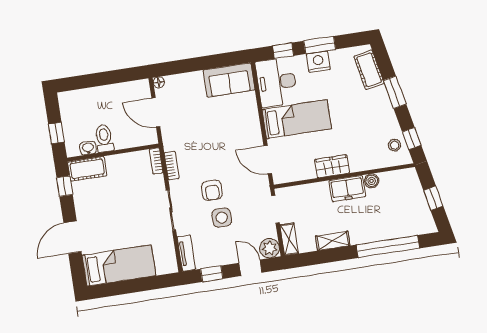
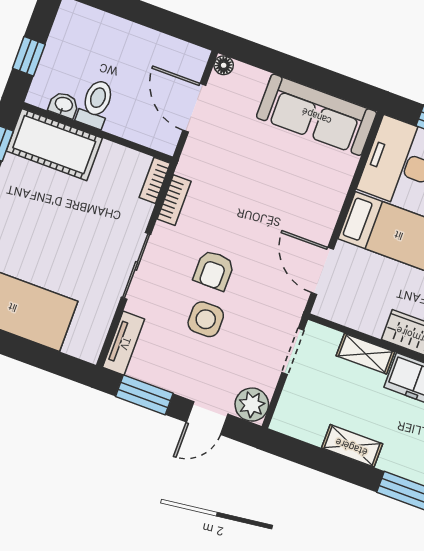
sofa: (229, 80) -> (317, 115), width x1.36
cot: (87, 169) -> (54, 145), width x1.37, depth x1.34
shelving: (289, 239) -> (365, 354), moved, turned 90
door: (250, 268) -> (207, 418), swing flipped
window: (212, 274) -> (144, 395), width x1.50

